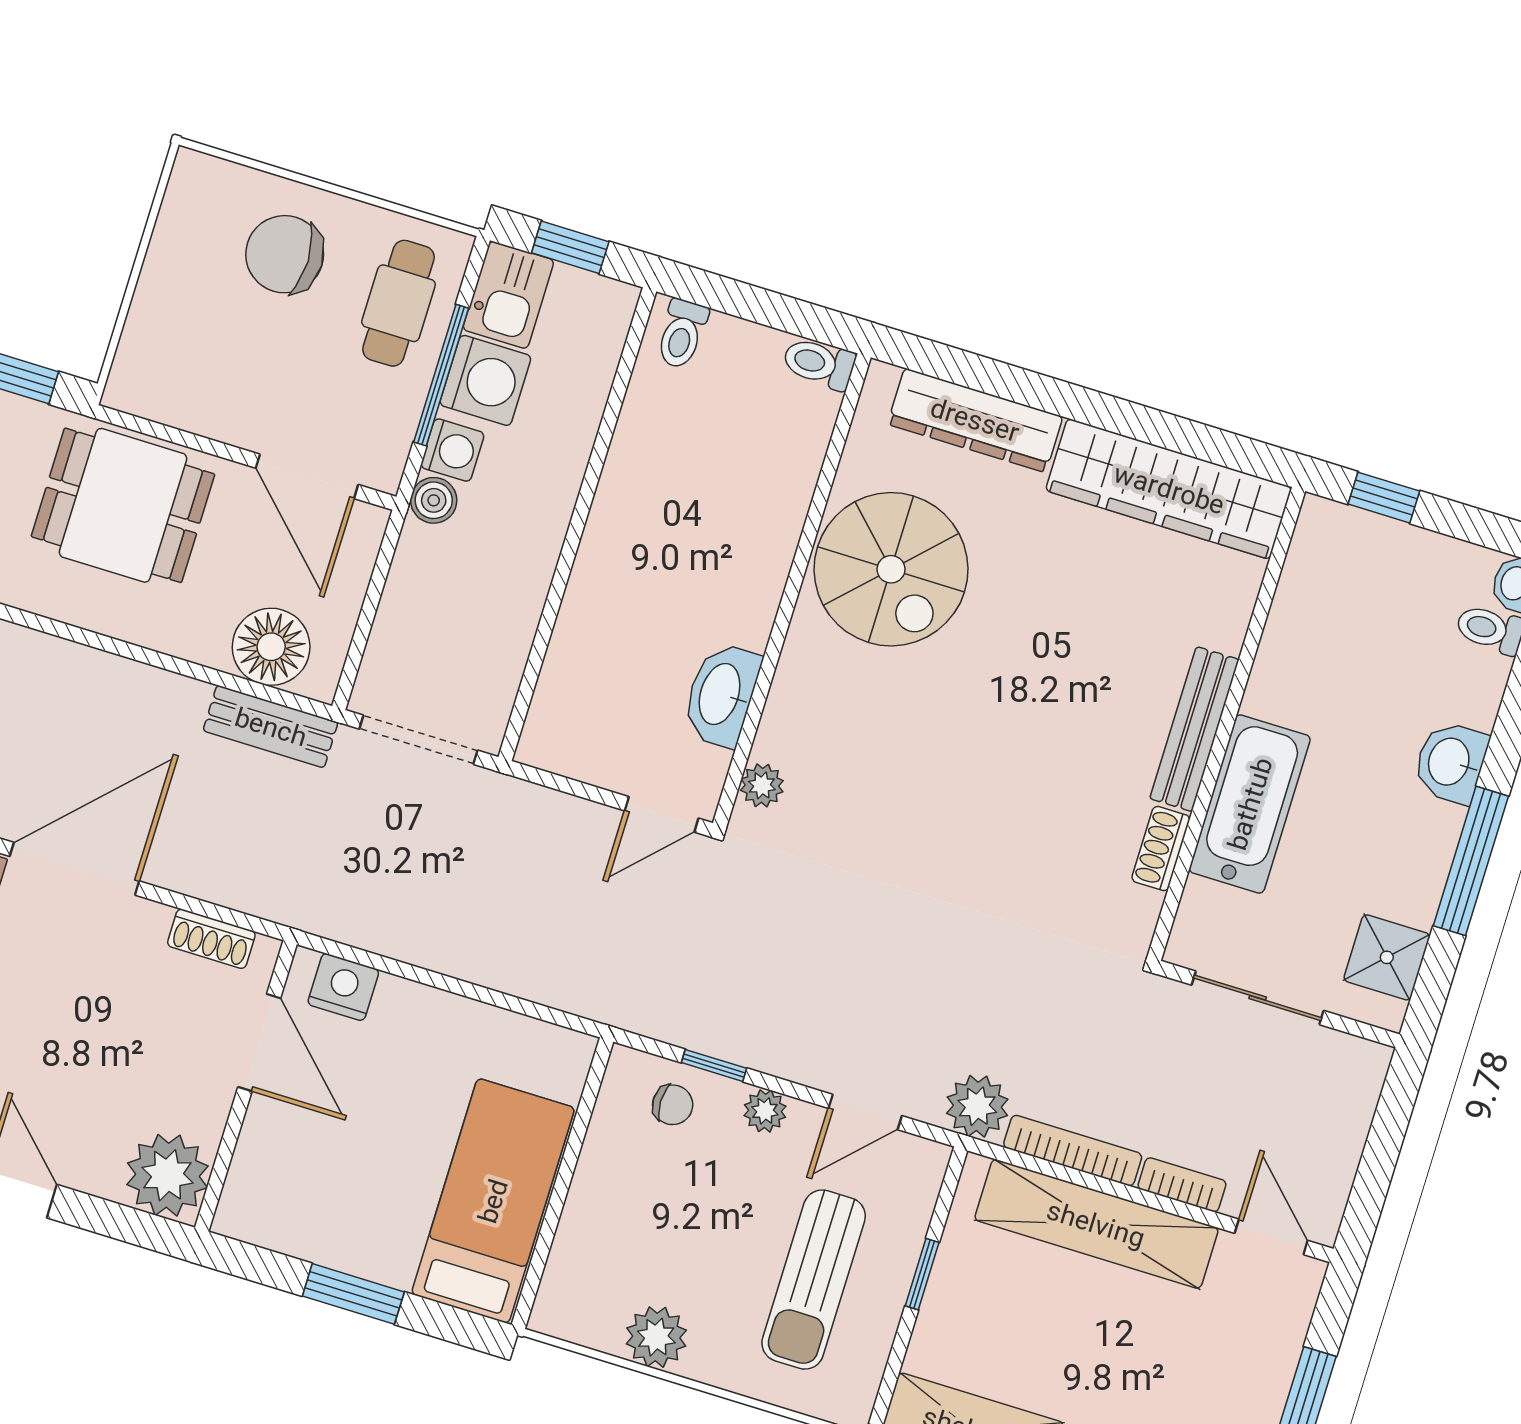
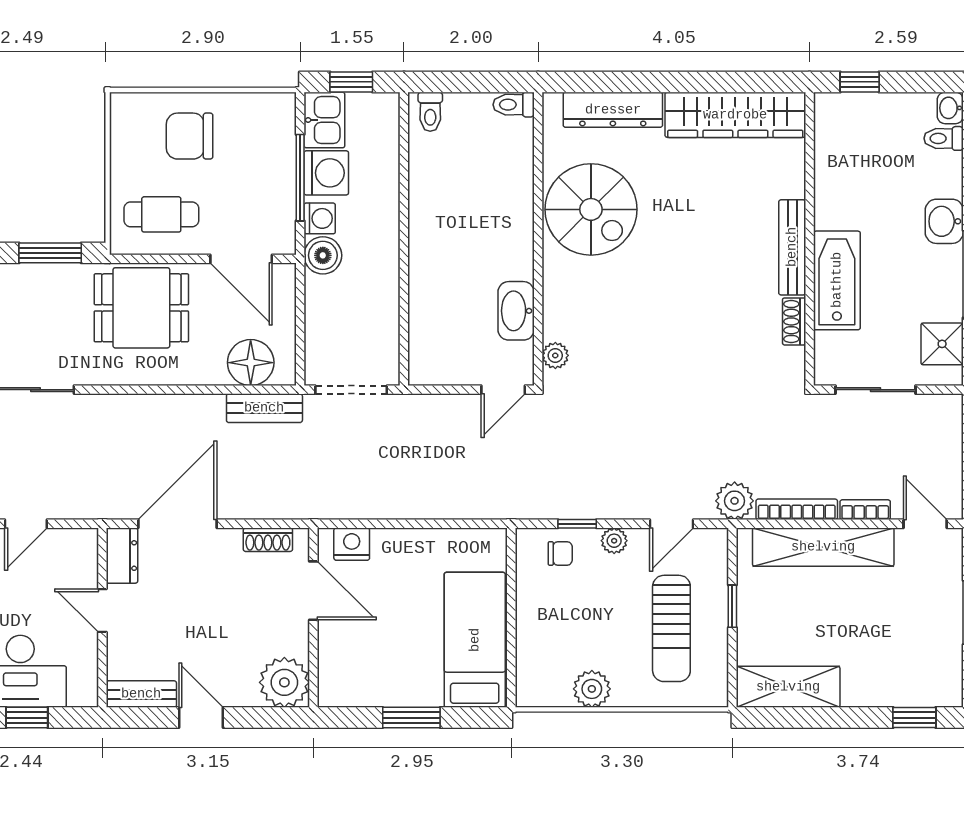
cafe table: (399, 303) -> (161, 214), moved, turned 90
boiler: (434, 500) -> (323, 255), width x1.36, depth x1.36

